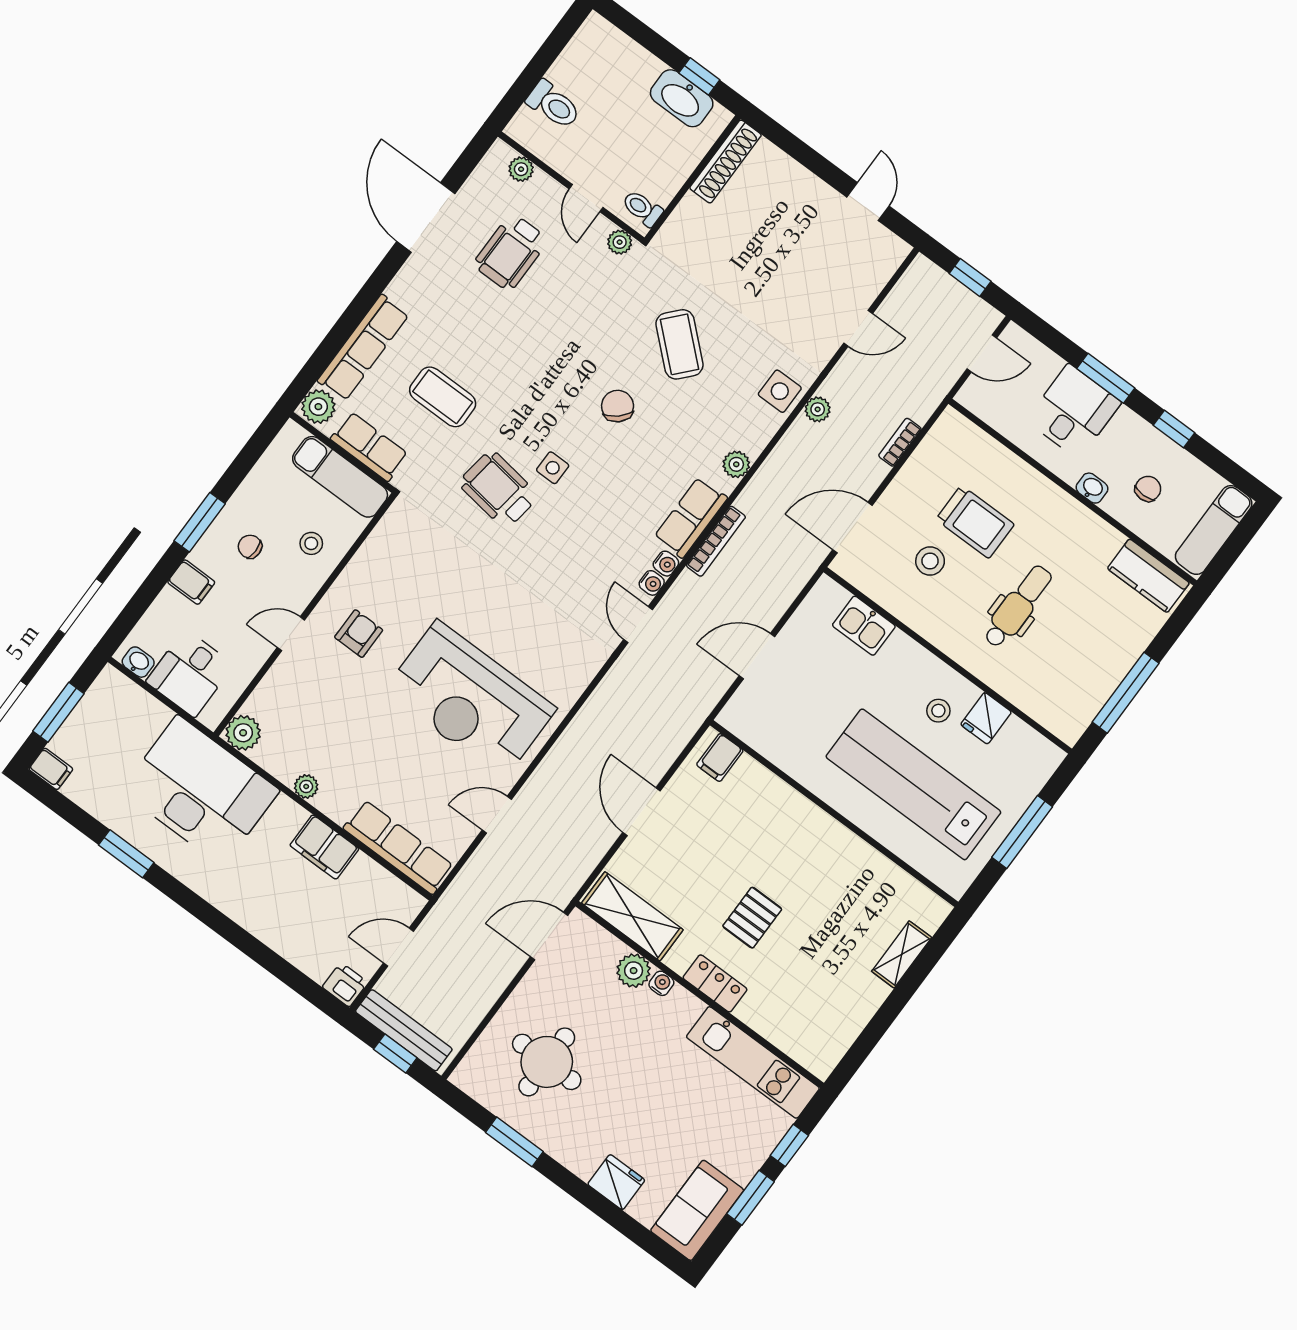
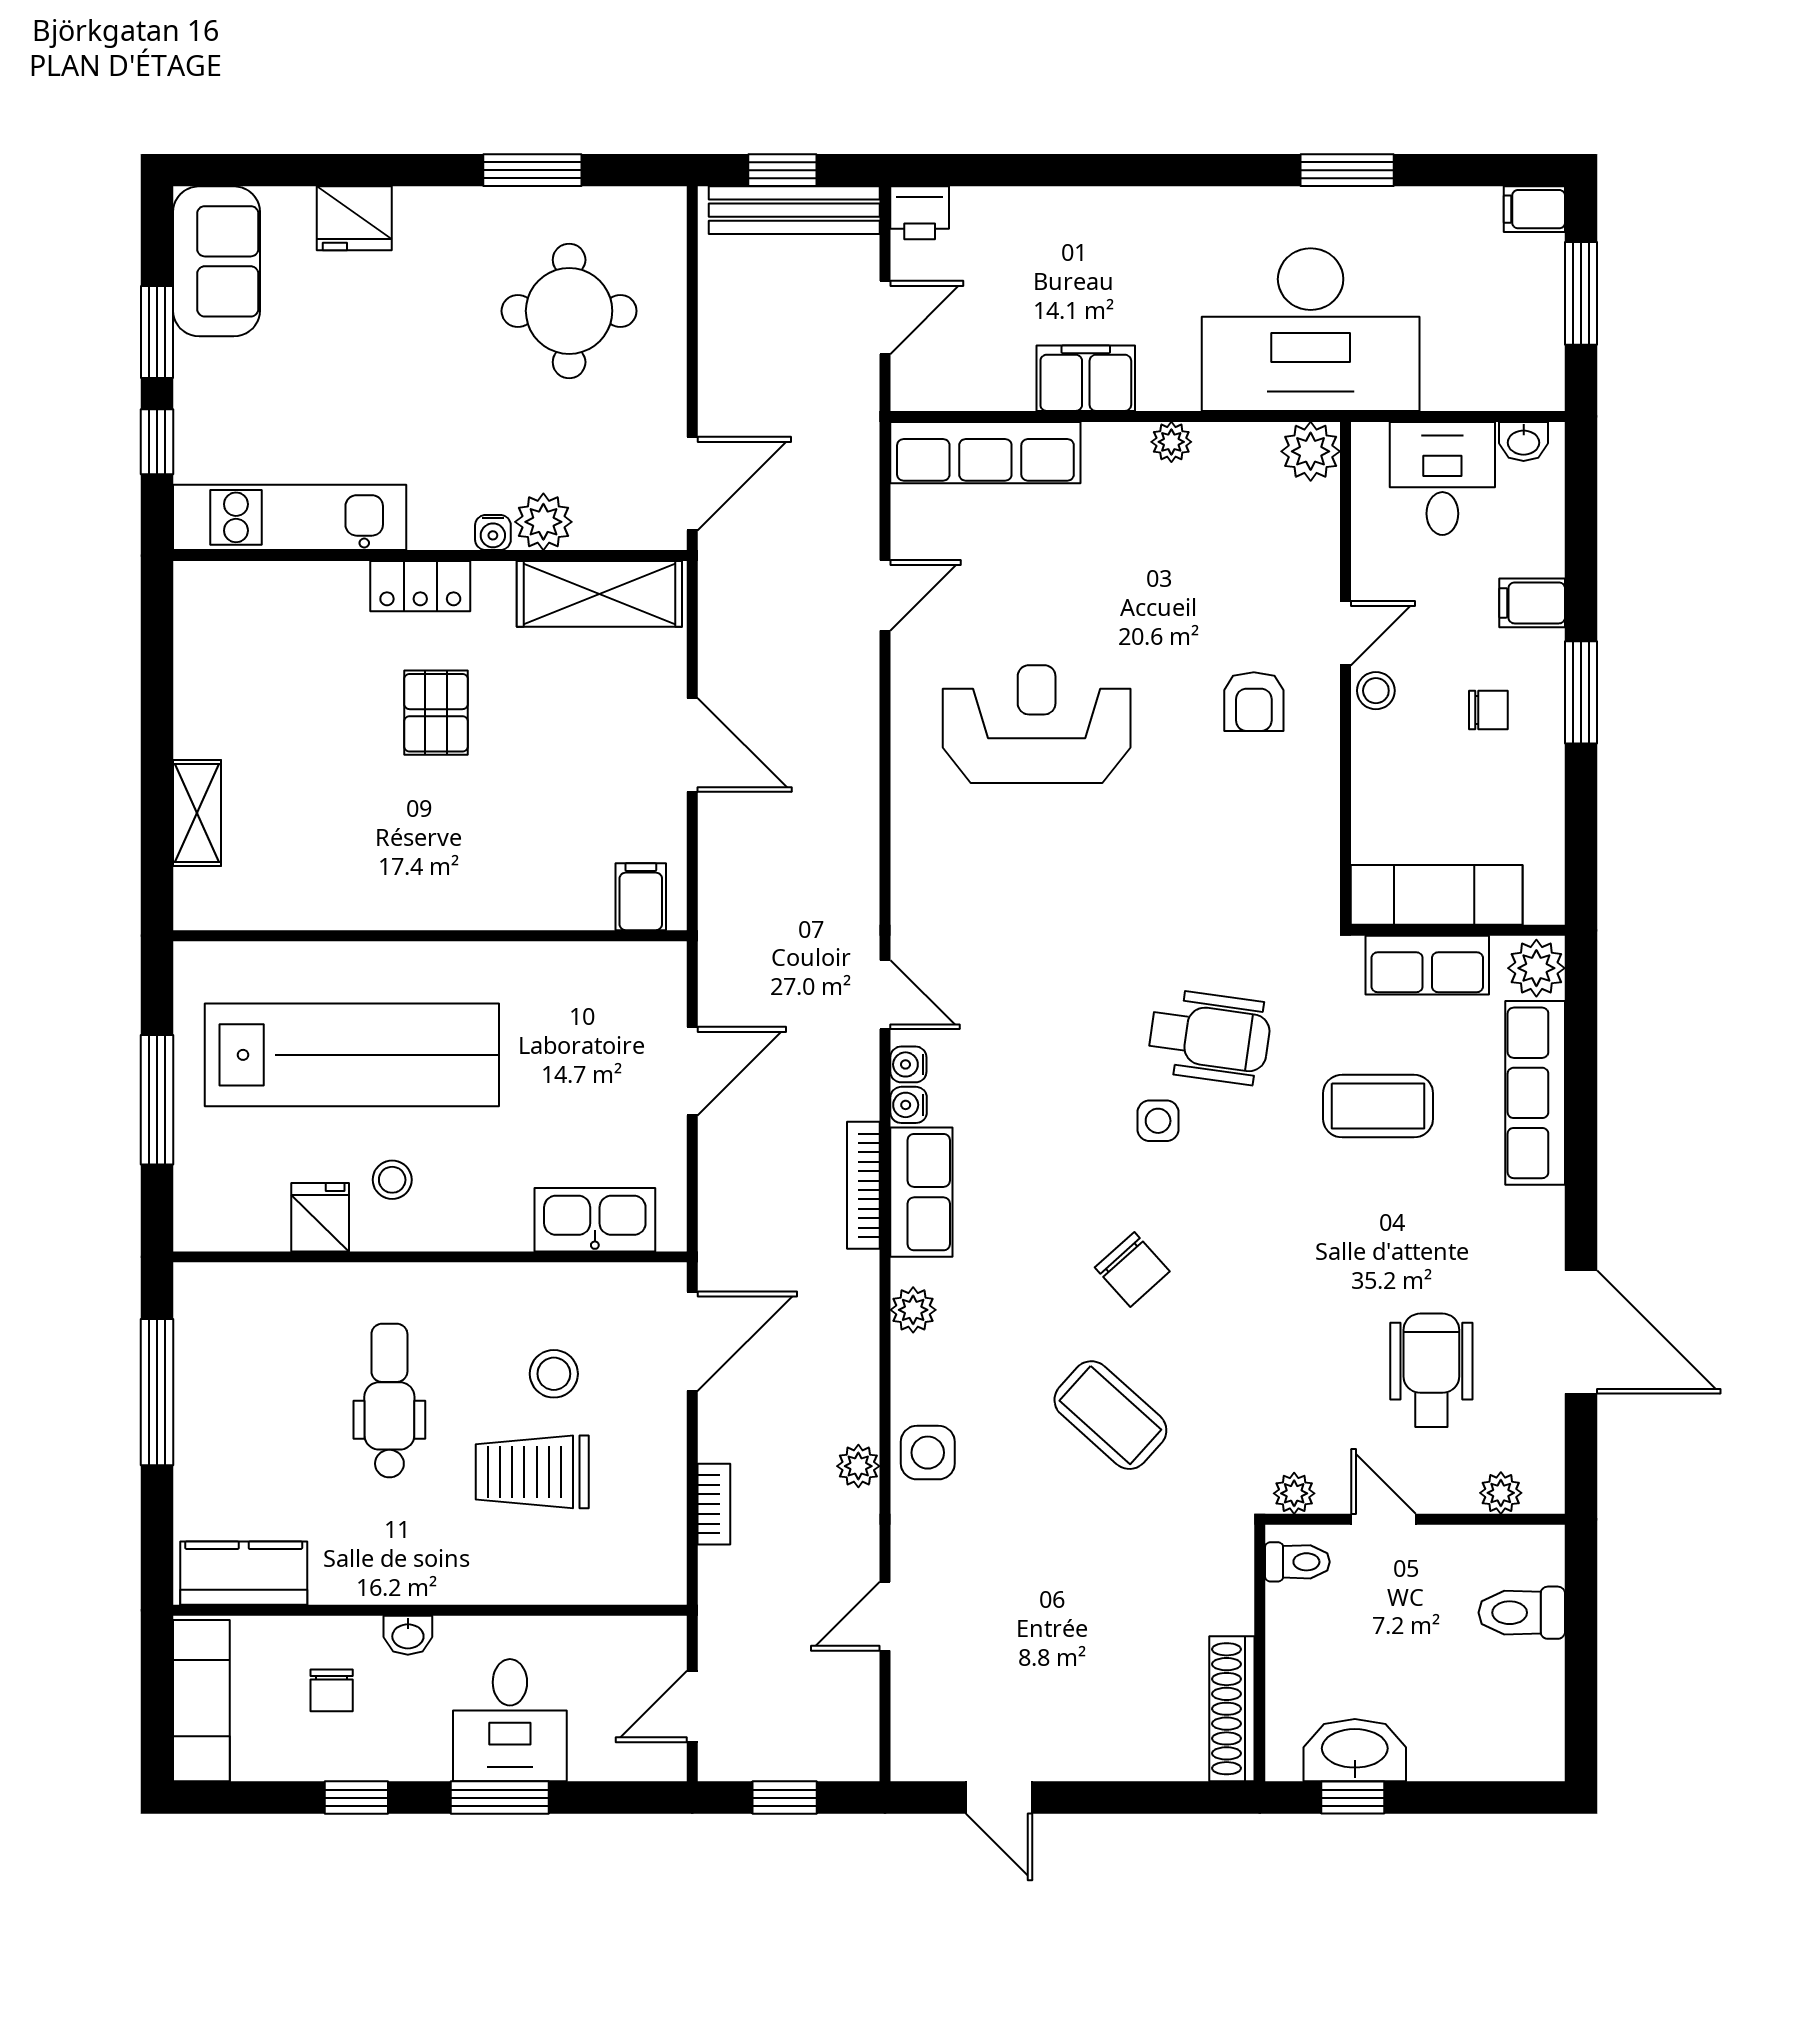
stool: (311, 543) -> (1376, 691), moved
dental chair: (1018, 606) -> (389, 1401), turned 180
kitchen sink: (864, 626) -> (595, 1220), width x1.38
reception desk: (470, 700) -> (1037, 724), width x0.74, depth x0.77

